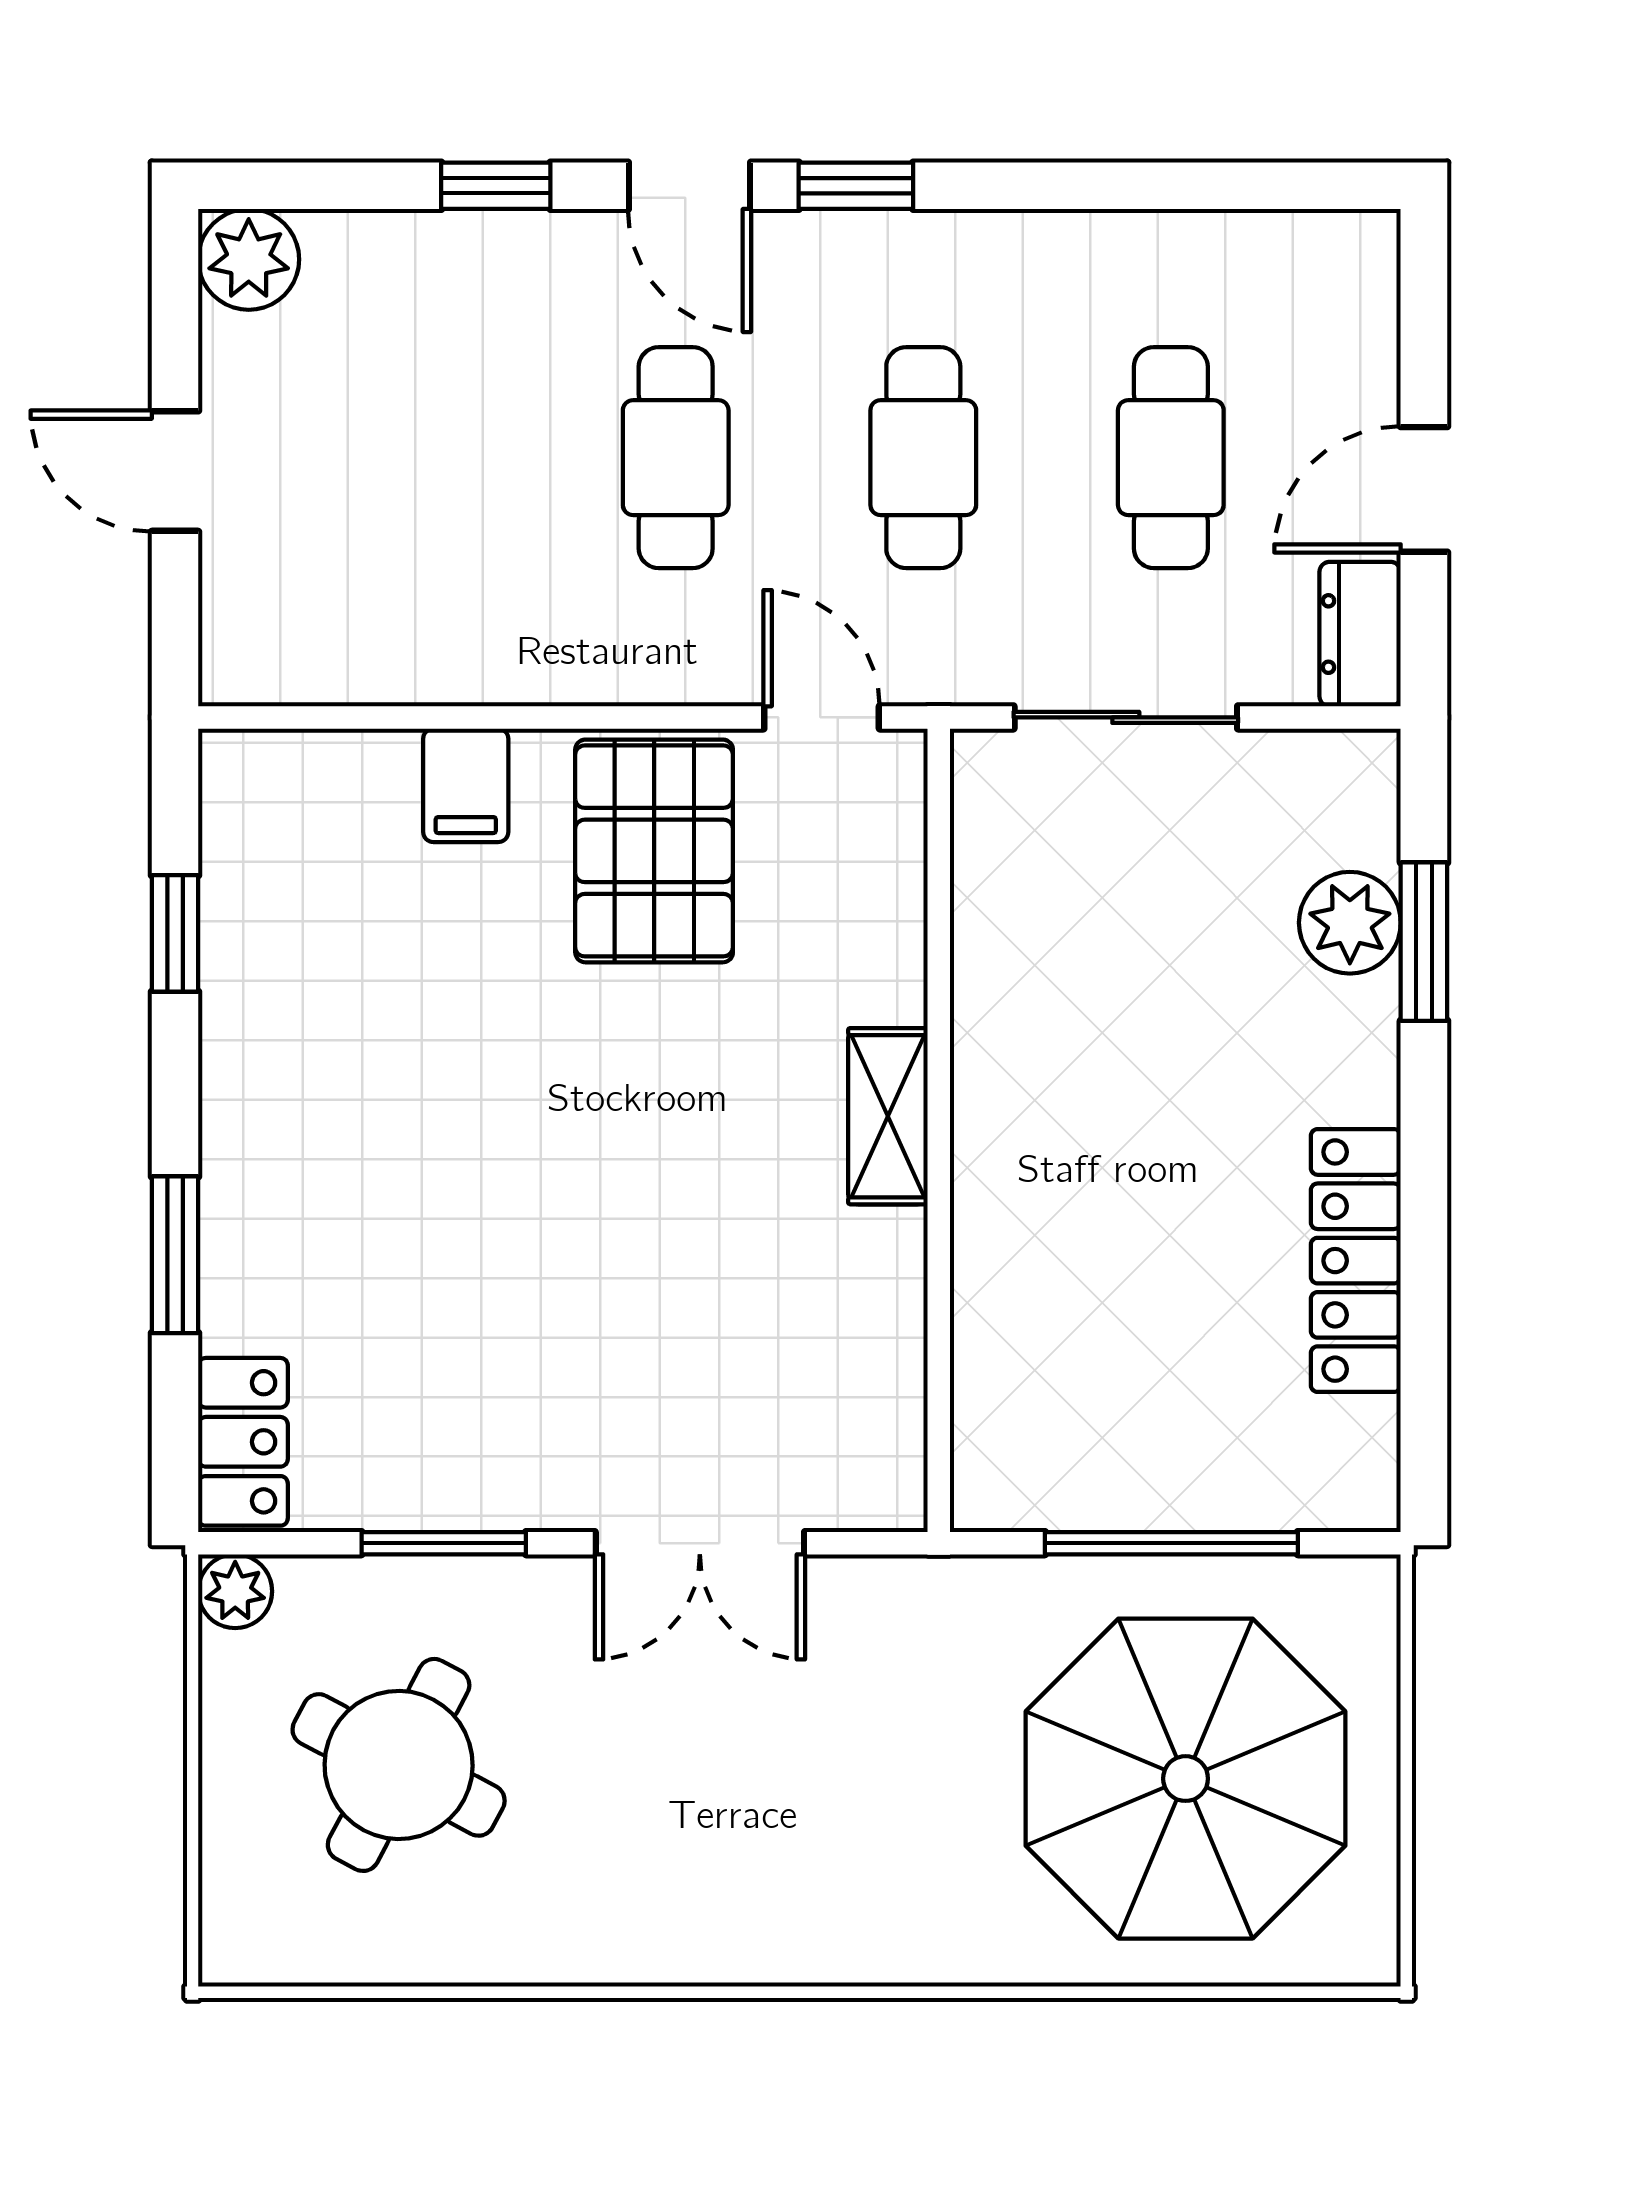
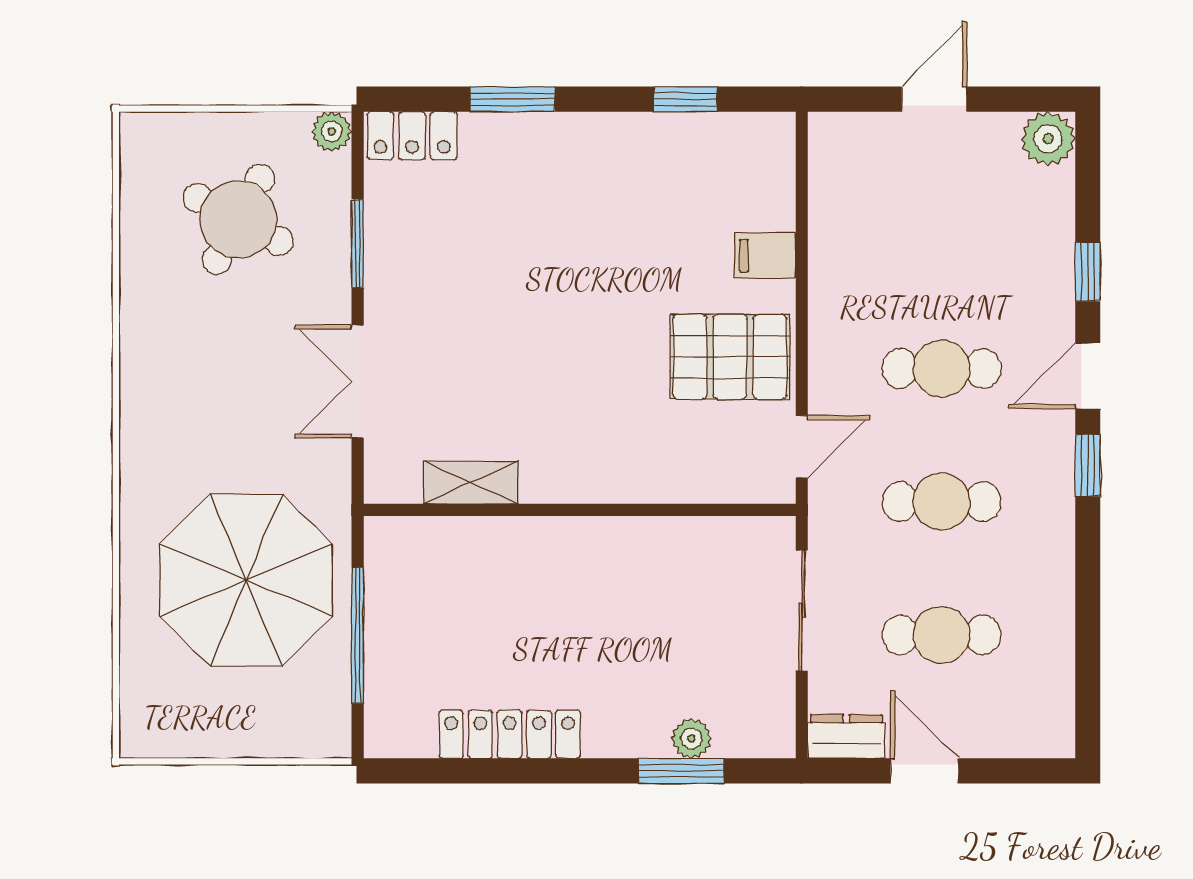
plant: (1350, 923) -> (691, 739), width x0.73, depth x0.73
shelving: (888, 1116) -> (471, 483), moved
parasol: (1186, 1779) -> (246, 580), moved

